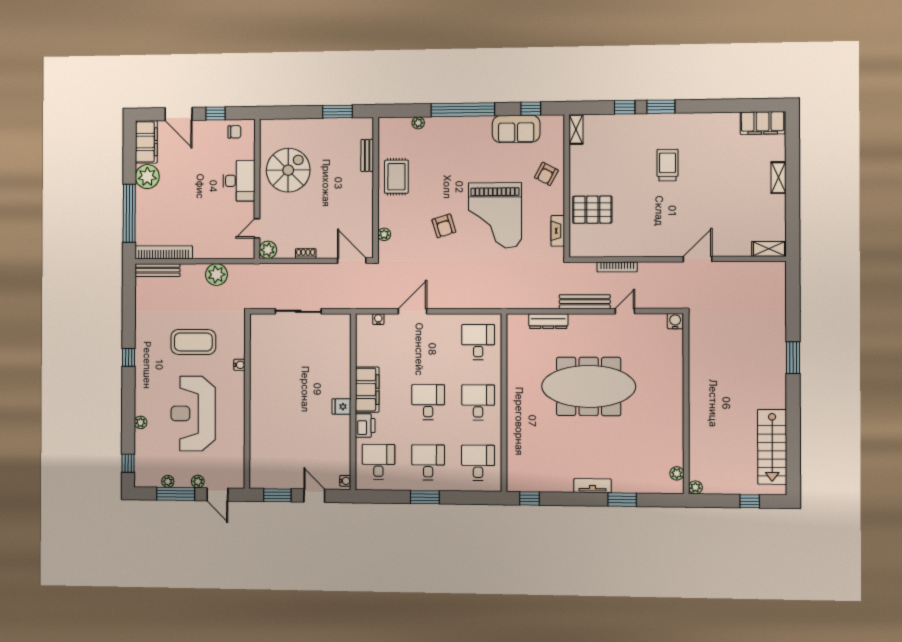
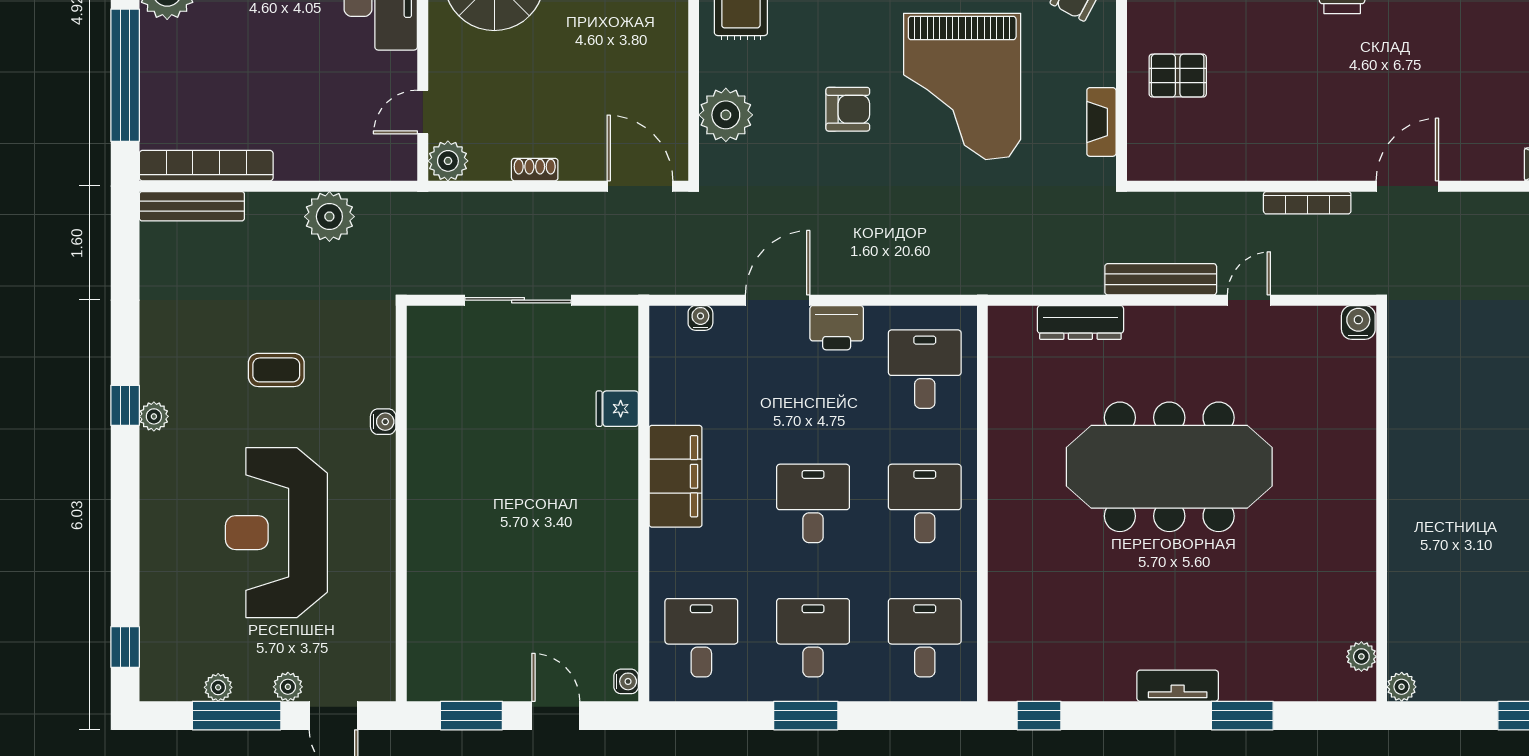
pallet: (592, 210) -> (1178, 76), width x0.67, depth x0.71
armchair: (444, 226) -> (848, 109), turned -73
plant: (384, 234) -> (726, 115), width x1.88, depth x1.88
bookcase: (617, 267) -> (1307, 203), moved
coffee table: (193, 342) -> (276, 370), width x0.54, depth x0.58
fridge: (341, 407) -> (617, 409), moved
plant: (141, 422) -> (154, 416), moved
printer: (365, 425) -> (837, 328), moved, turned 90

